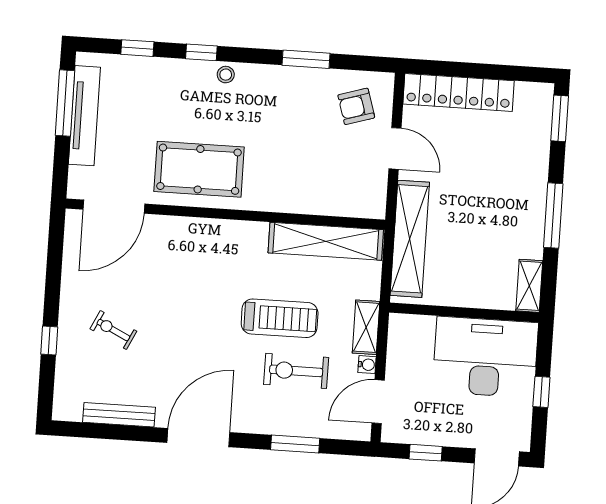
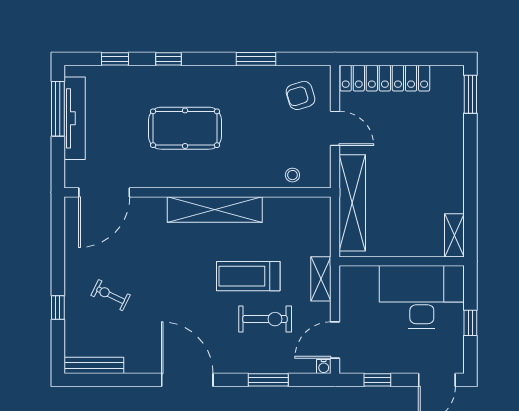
stool: (226, 75) -> (292, 175), moved
pool table: (199, 169) -> (185, 128), moved
window: (553, 216) -> (470, 175), removed
shelving: (326, 241) -> (215, 209), moved
treadmill: (280, 318) -> (248, 276), turned 180
water cooler: (367, 365) -> (324, 367), moved, turned 90
exercise bike: (296, 371) -> (265, 319), turned 180
bench: (119, 415) -> (94, 365), moved
door: (198, 438) -> (187, 380), hinge flipped

